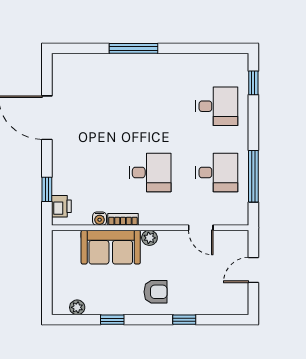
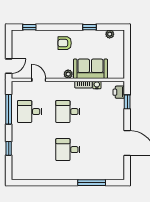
window: (134, 48) -> (92, 183), moved
window: (253, 83) -> (9, 148), moved
desk: (217, 106) -> (68, 150), moved
door: (253, 270) -> (9, 66), moved
window: (184, 320) -> (29, 27), moved

